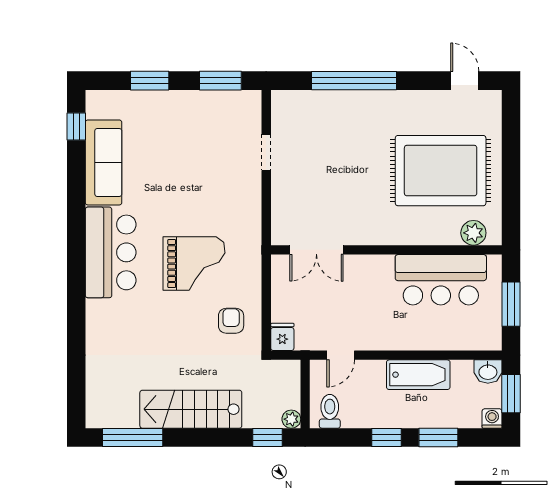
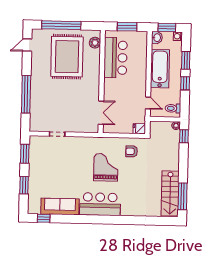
window: (511, 156) -> (61, 25), added
bathtub: (418, 375) -> (160, 69), width x1.36, depth x1.36
stairs: (191, 409) -> (170, 193), moved

